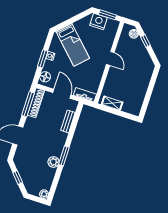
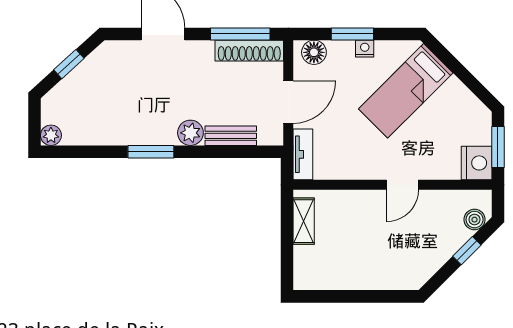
nightstand: (99, 21) -> (477, 163), moved
plant: (53, 162) -> (190, 133), moved

